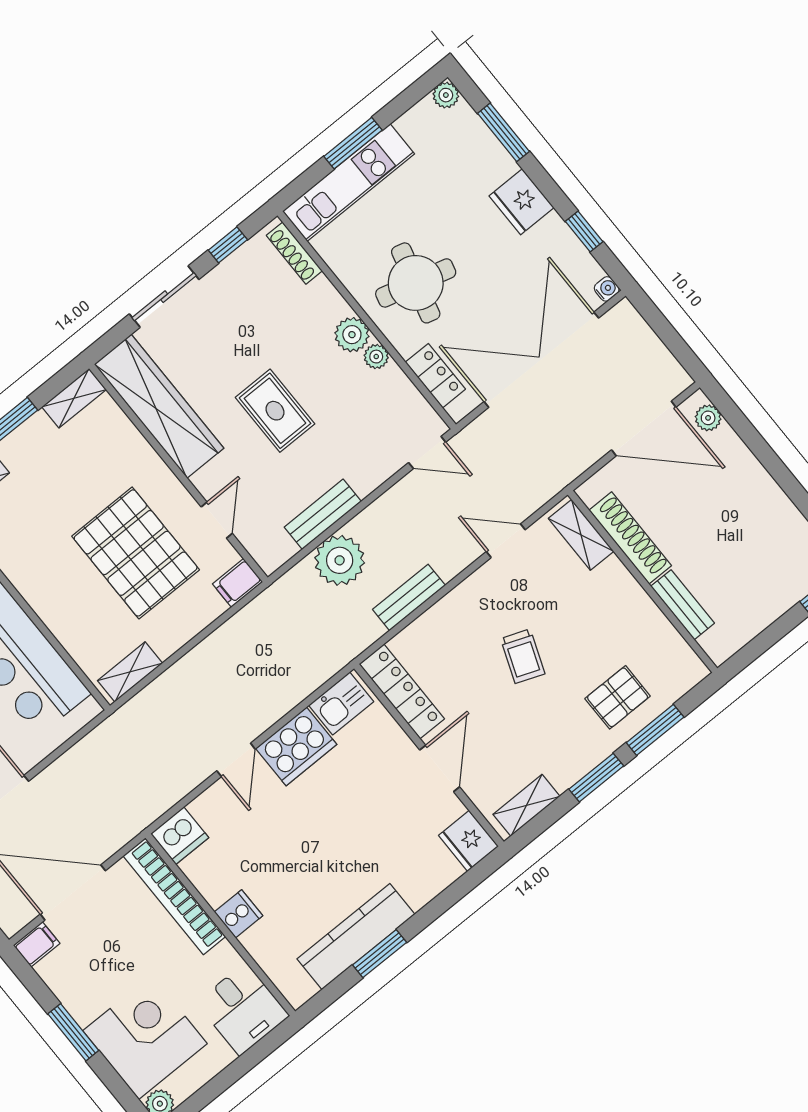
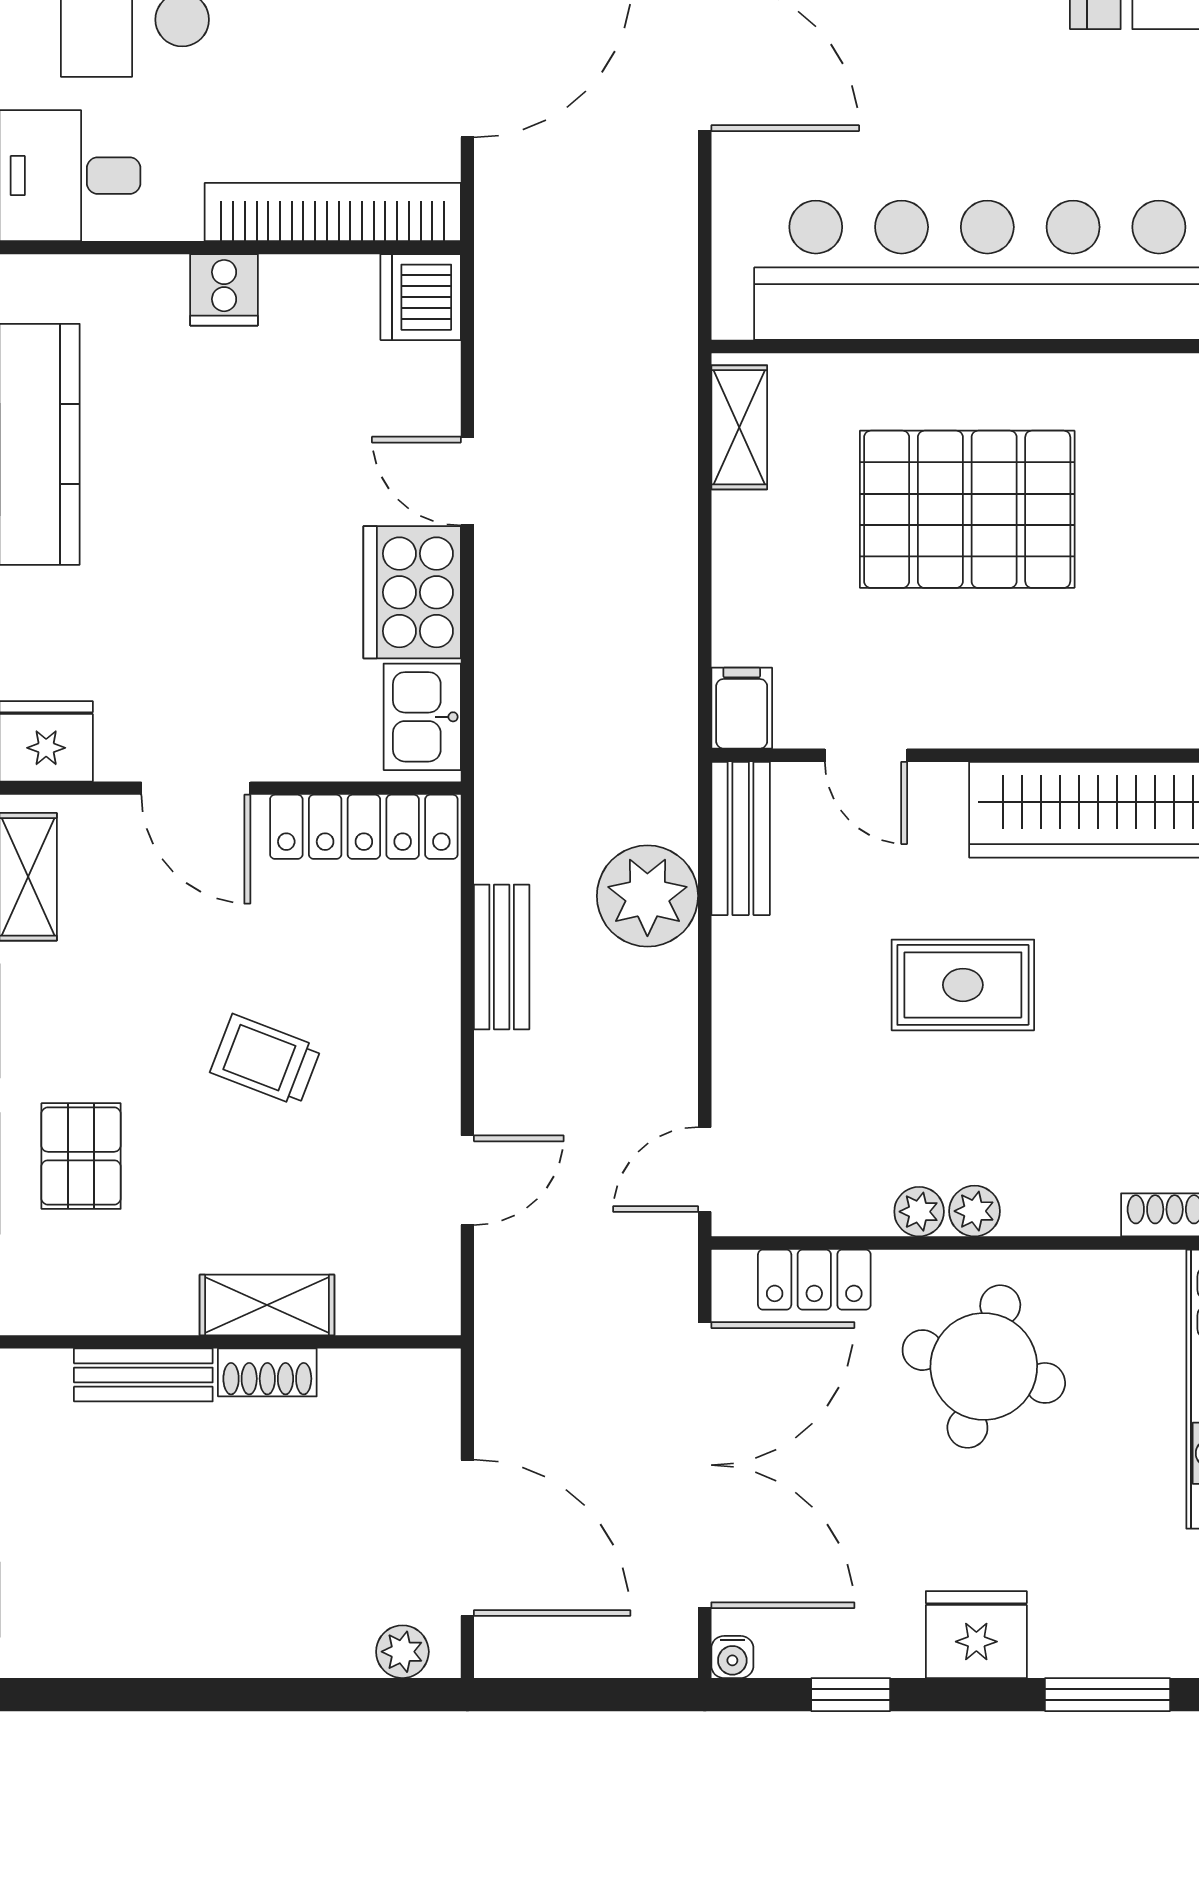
plant: (352, 335) -> (974, 1211), width x0.73, depth x0.73
door: (644, 429) -> (467, 1538), swing flipped
bench: (323, 514) -> (741, 838), moved
shelving: (581, 535) -> (267, 1305), moved
shoe rack: (630, 538) -> (267, 1372), width x0.51, depth x0.81
pallet: (136, 553) -> (967, 509), moved

